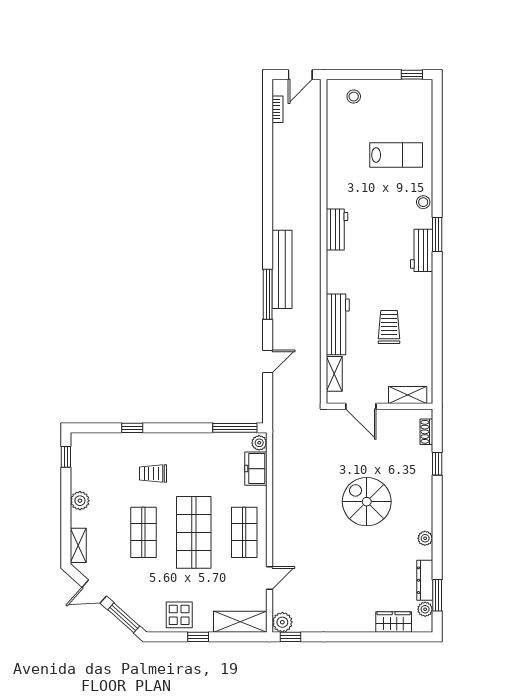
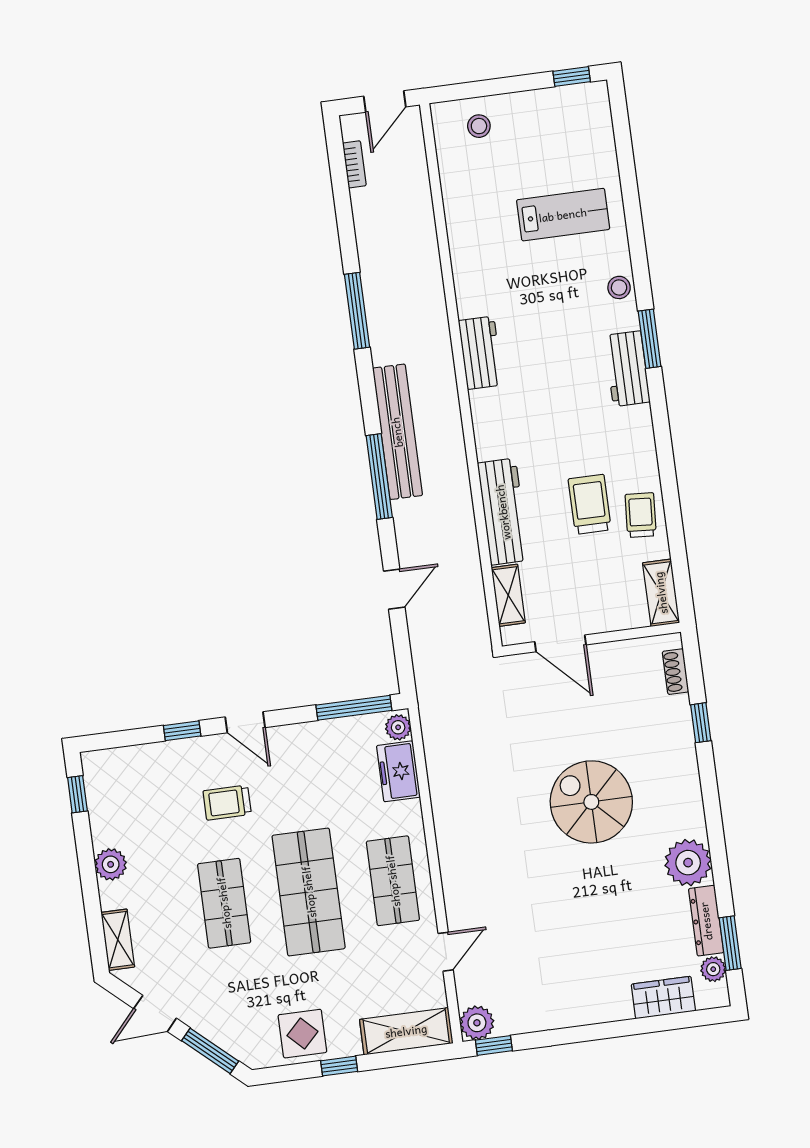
window: (268, 195) -> (357, 311), added
trolley: (418, 337) -> (641, 515), added
shelving: (408, 395) -> (661, 593), moved, turned 90
door: (170, 428) -> (245, 722), added
plant: (425, 538) -> (688, 863), width x1.88, depth x1.88

